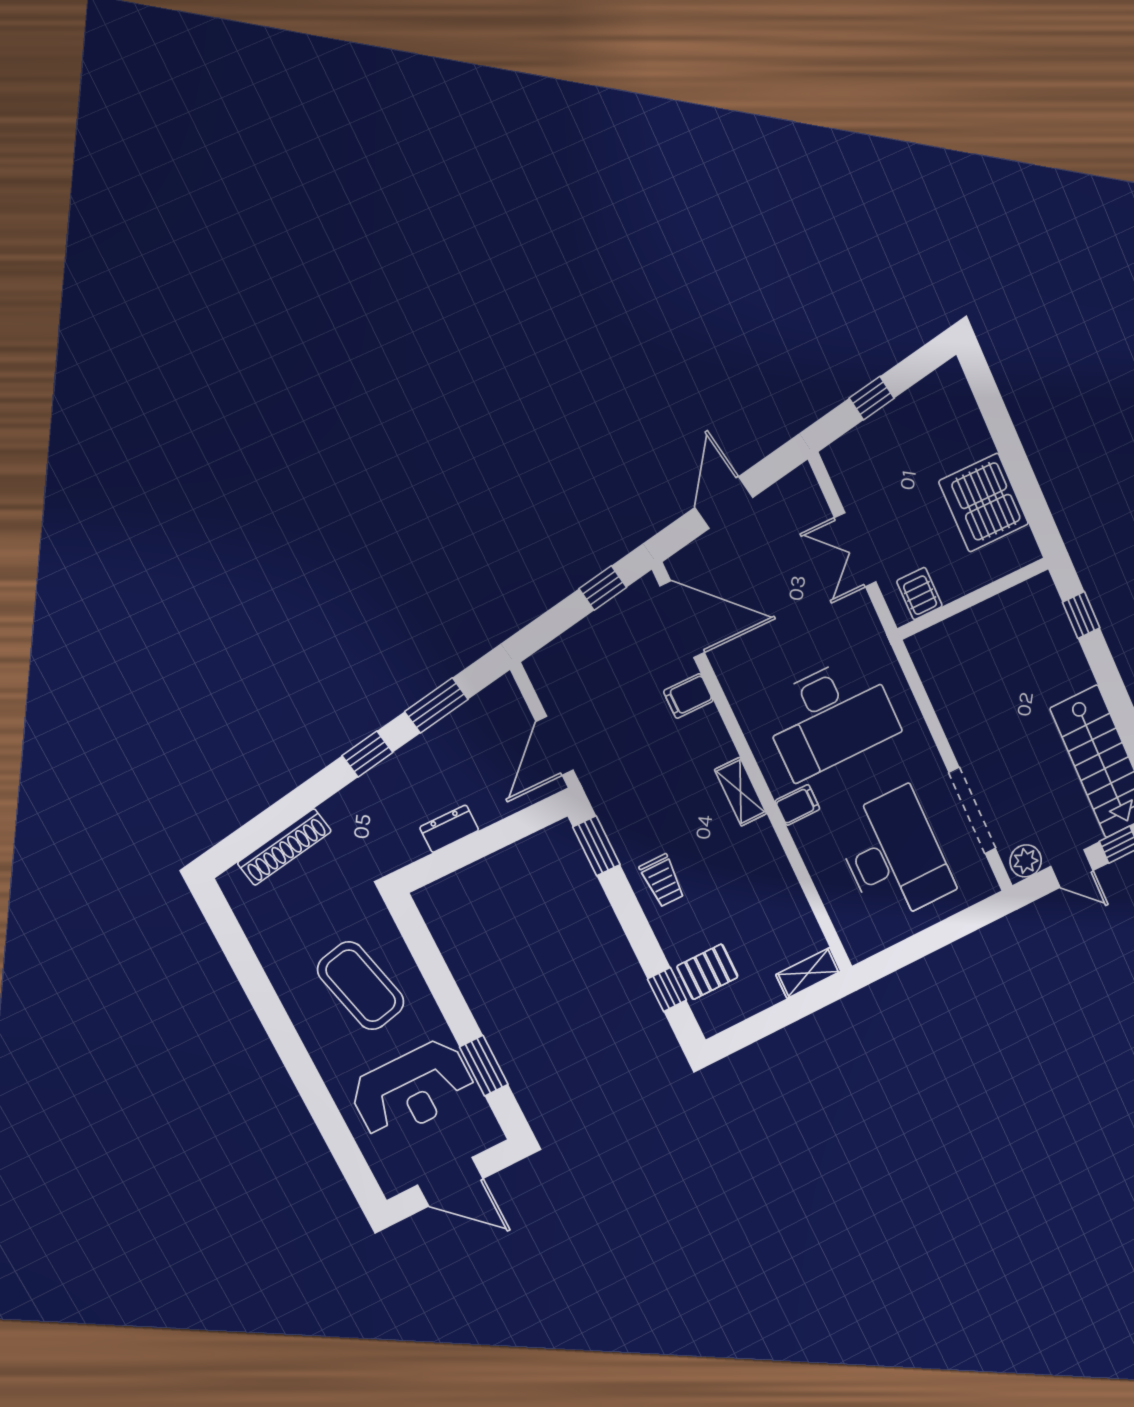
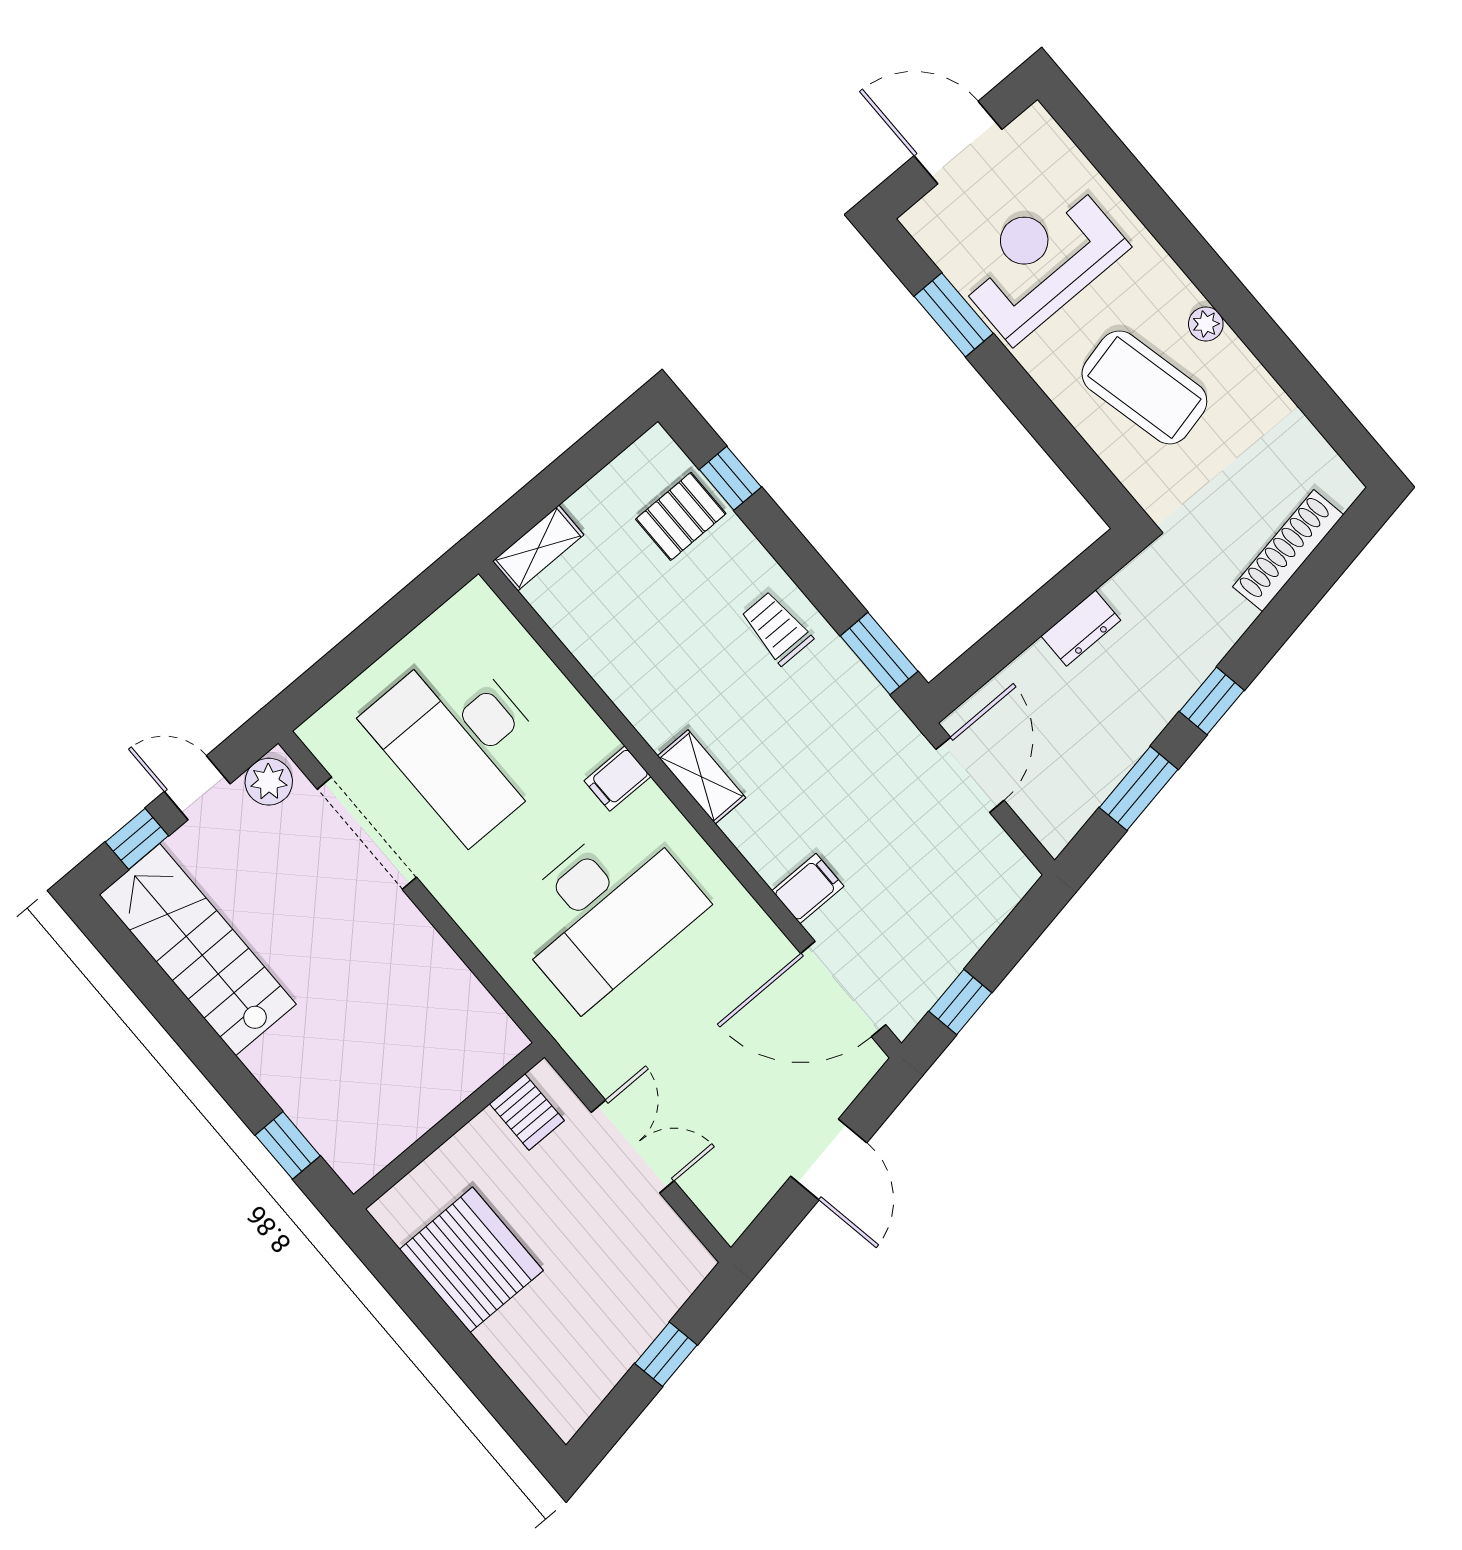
desk: (830, 717) -> (605, 911), turned 180
plant: (305, 1020) -> (1206, 324), added

